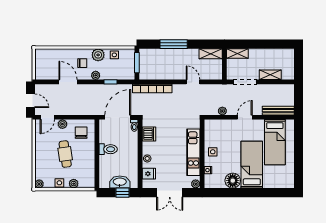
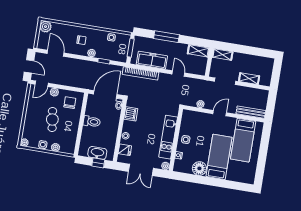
plant: (98, 55) -> (46, 27), moved
freezer: (162, 72) -> (152, 60), added
door: (68, 82) -> (56, 53), moved

